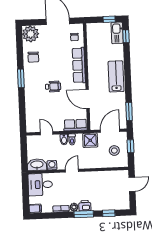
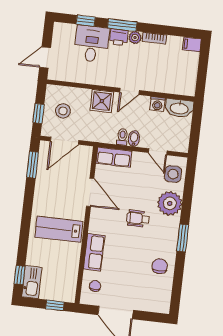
window: (109, 19) -> (55, 305), moved
plant: (31, 34) -> (170, 203), moved
row of seats: (79, 65) -> (94, 252), width x0.68
lab bench: (116, 76) -> (59, 229), moved, turned 90
side table: (34, 120) -> (173, 174), added
shower: (90, 140) -> (102, 101), moved
desk: (40, 185) -> (92, 44), moved, turned -90

